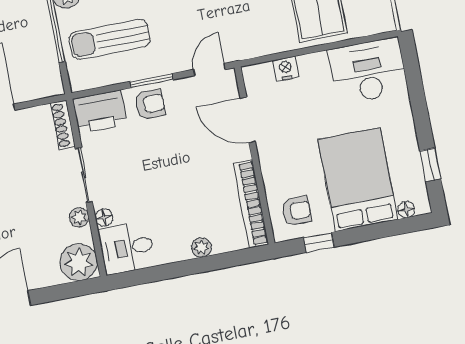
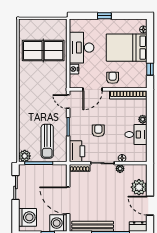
desk: (368, 71) -> (82, 48), moved
armchair: (150, 104) -> (98, 131), moved
window: (430, 165) -> (104, 16), moved
armchair: (297, 211) -> (113, 78), moved
desk: (127, 248) -> (136, 135), moved, turned -90
plant: (79, 262) -> (139, 187), moved

